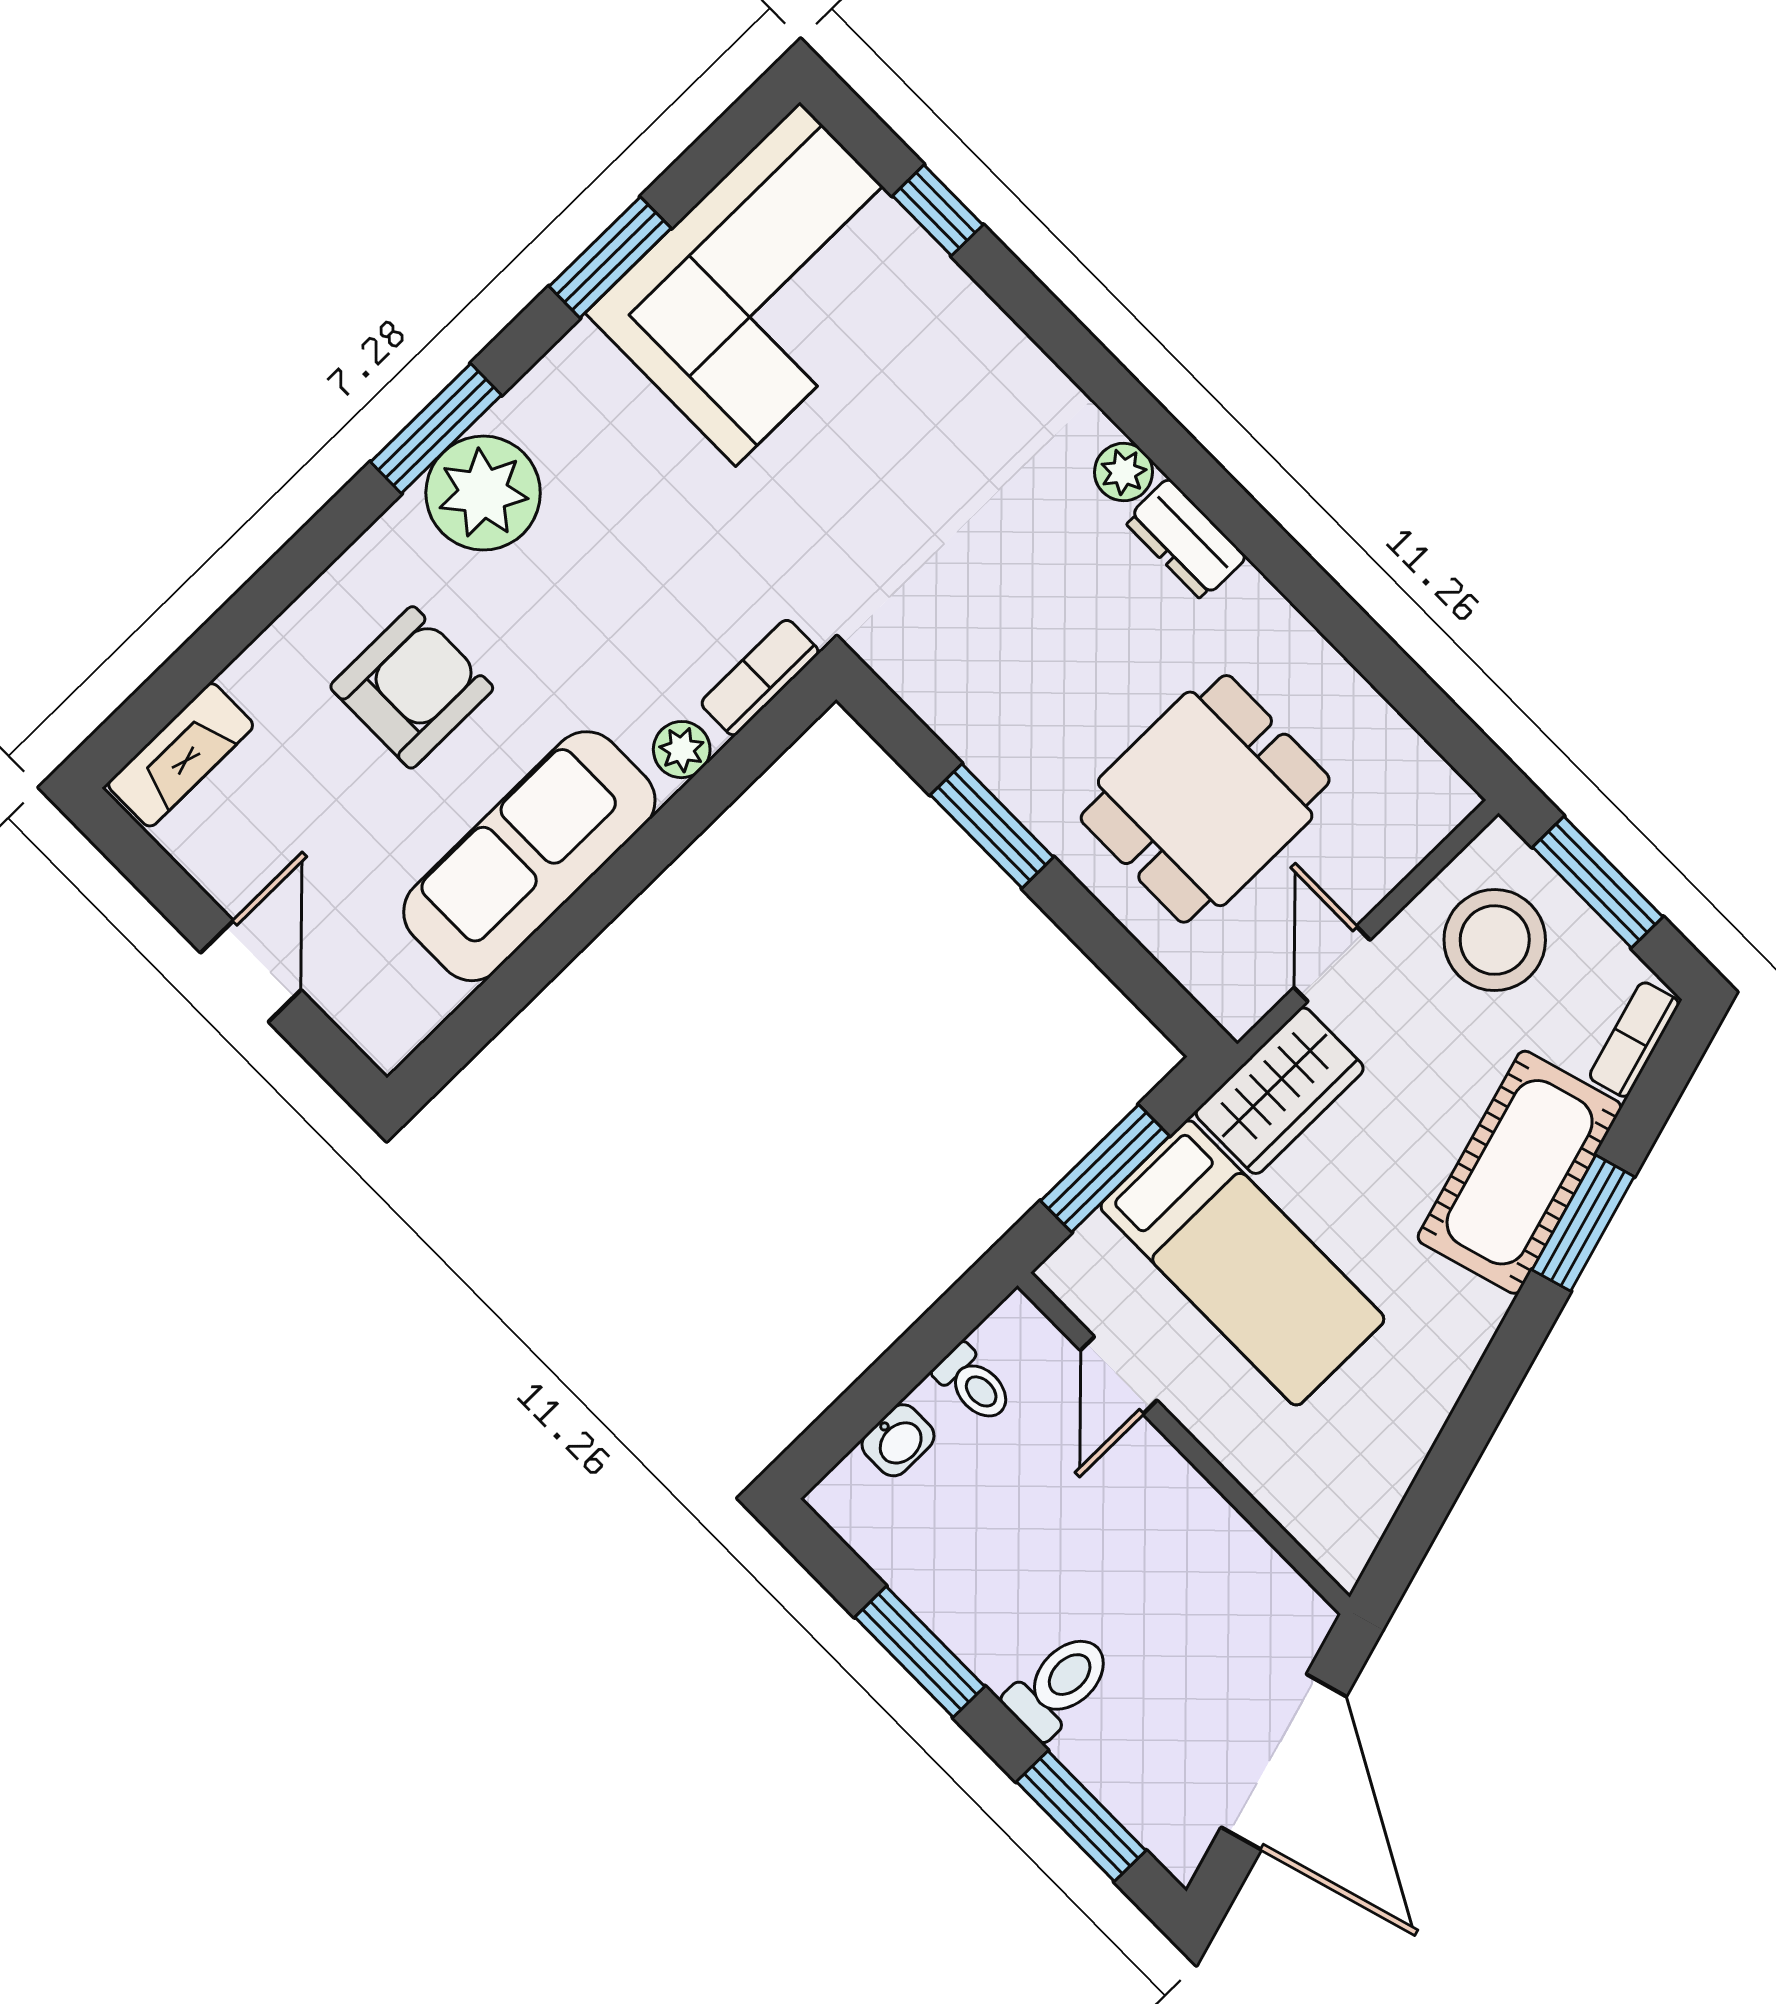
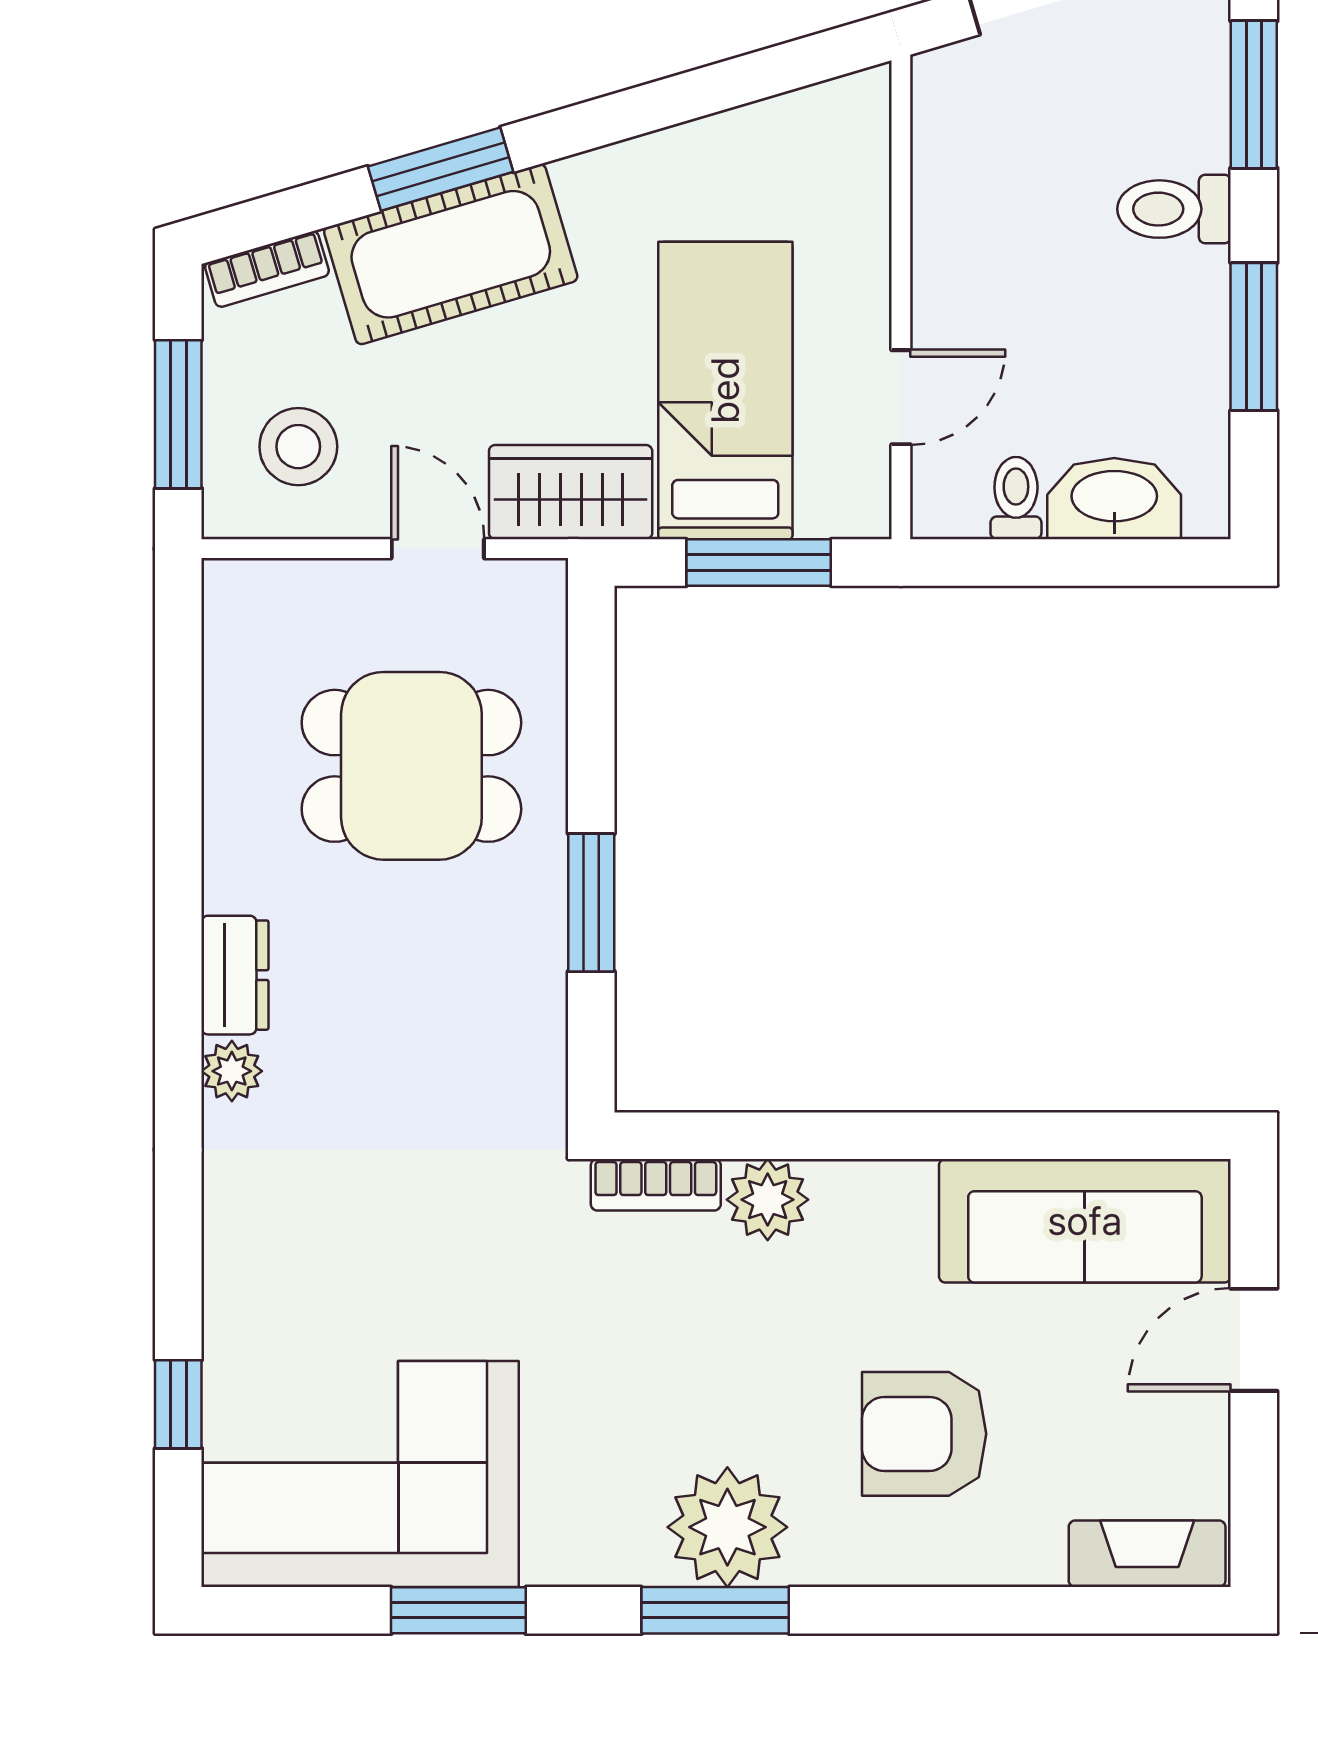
plant: (682, 750) -> (768, 1200), width x1.38, depth x1.38
sofa: (529, 856) -> (1085, 1221), moved
stool: (1495, 940) -> (298, 447), width x0.73, depth x0.73
door: (1332, 964) -> (438, 549), swing flipped
washbasin: (898, 1440) -> (1114, 499), width x1.91, depth x1.45

